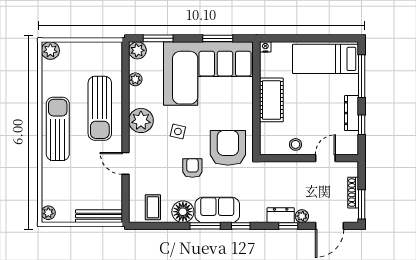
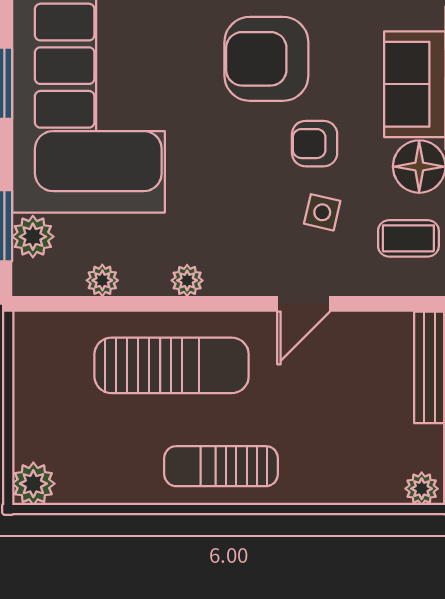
plant: (137, 50) -> (33, 237), moved
plant: (141, 120) -> (187, 280), width x0.53, depth x0.53
sun lounger: (58, 129) -> (221, 466), width x0.73, depth x0.75
side table: (178, 131) -> (322, 212), moved

